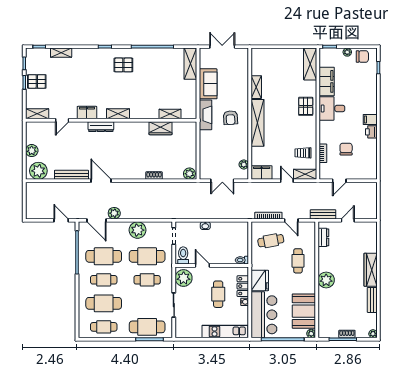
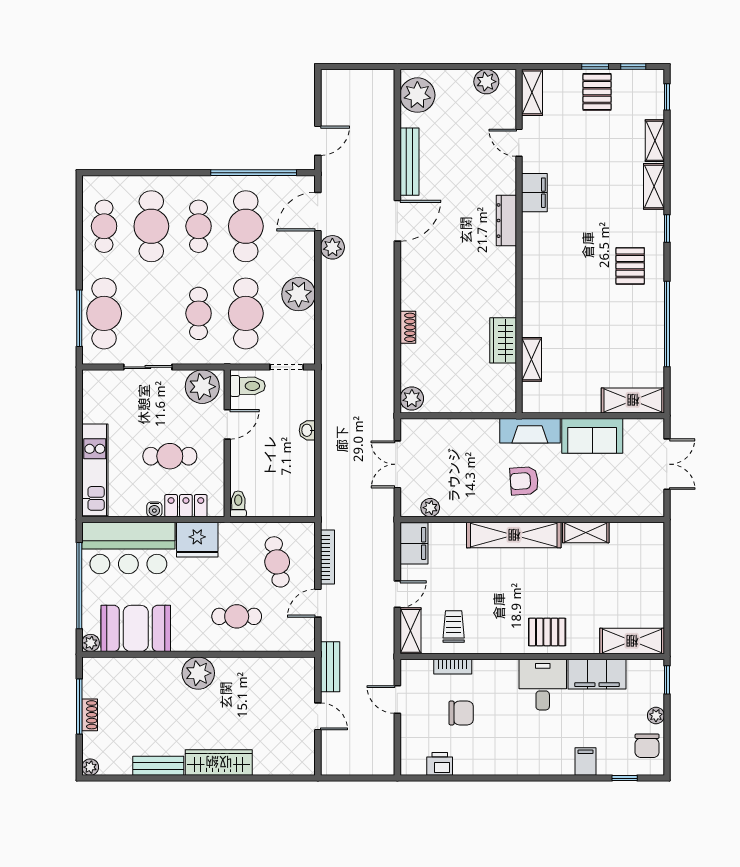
shelving: (118, 114) -> (654, 186), moved
filing cabinet: (370, 119) -> (585, 762), moved
printer: (371, 132) -> (440, 764), moved
plant: (32, 151) -> (486, 82), moved
dresser: (323, 237) -> (284, 668), removed

